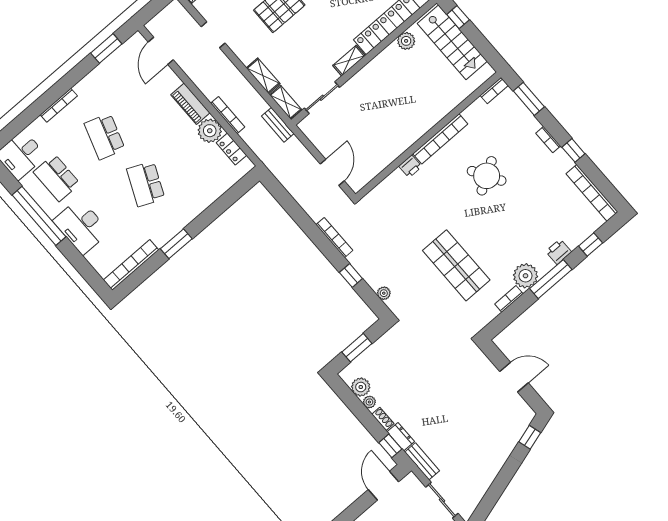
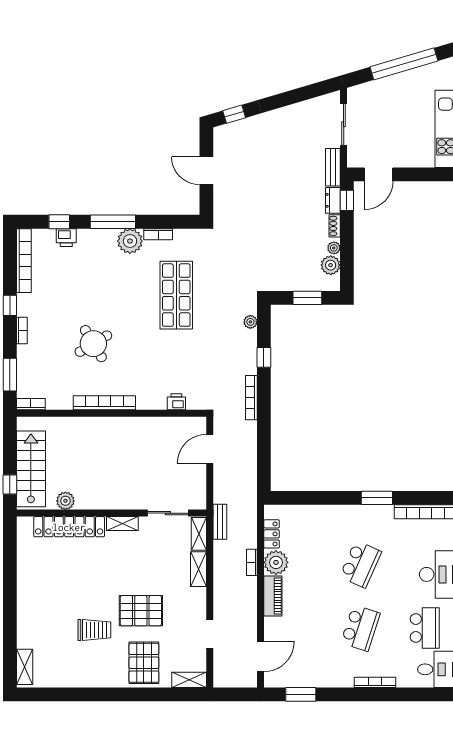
bookcase: (228, 115) -> (252, 562), width x0.64
printer: (410, 166) -> (176, 402), moved
printer: (559, 252) -> (66, 238), moved

